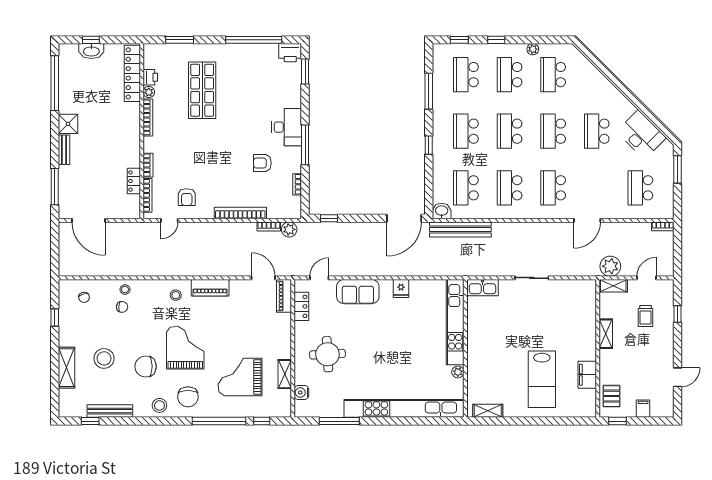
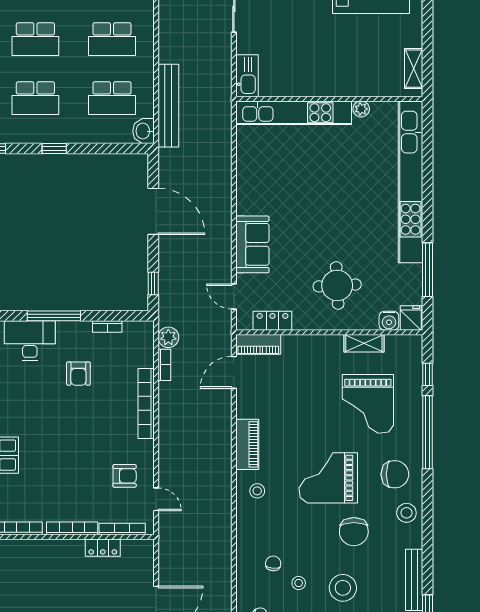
bookcase: (148, 165) -> (72, 528), width x1.56
door: (404, 218) -> (153, 211), moved
fridge: (401, 289) -> (411, 318), moved, turned -90
stool: (125, 290) -> (299, 583), moved

